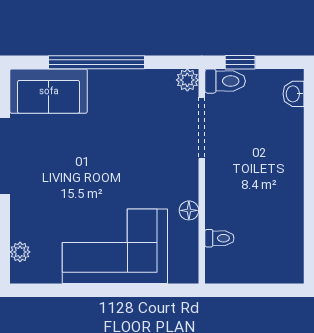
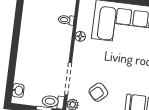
armchair: (142, 110) -> (98, 92), added

